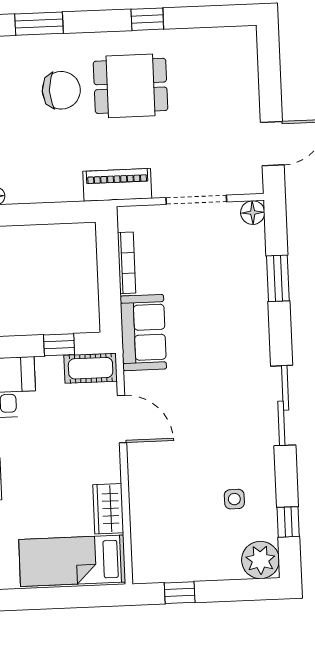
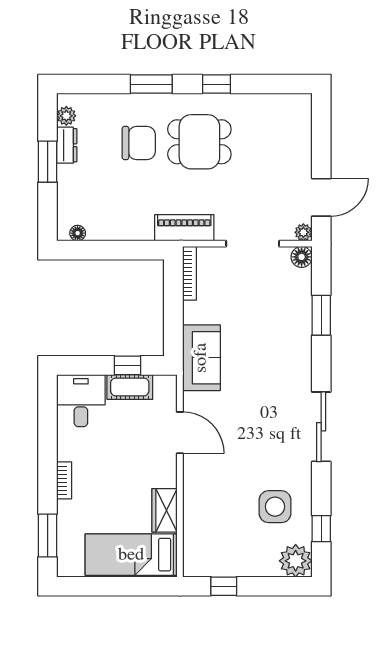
window: (39, 24) -> (151, 84), moved
plant: (254, 184) -> (303, 232), added
bookcase: (127, 263) -> (189, 273), moved
cot: (91, 368) -> (130, 387), moved
side table: (234, 499) -> (275, 507), width x1.87, depth x1.87

